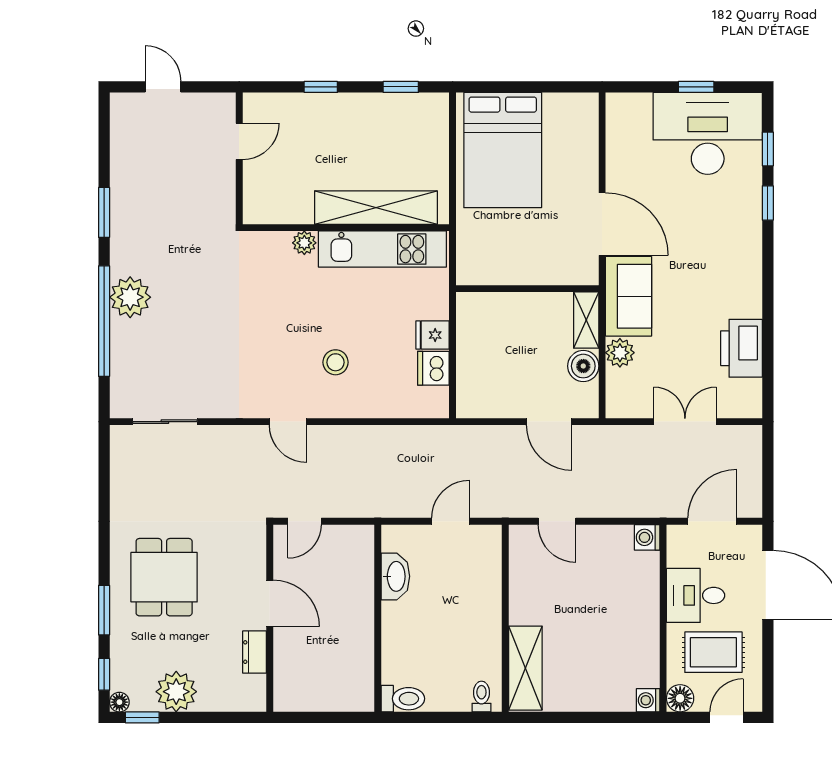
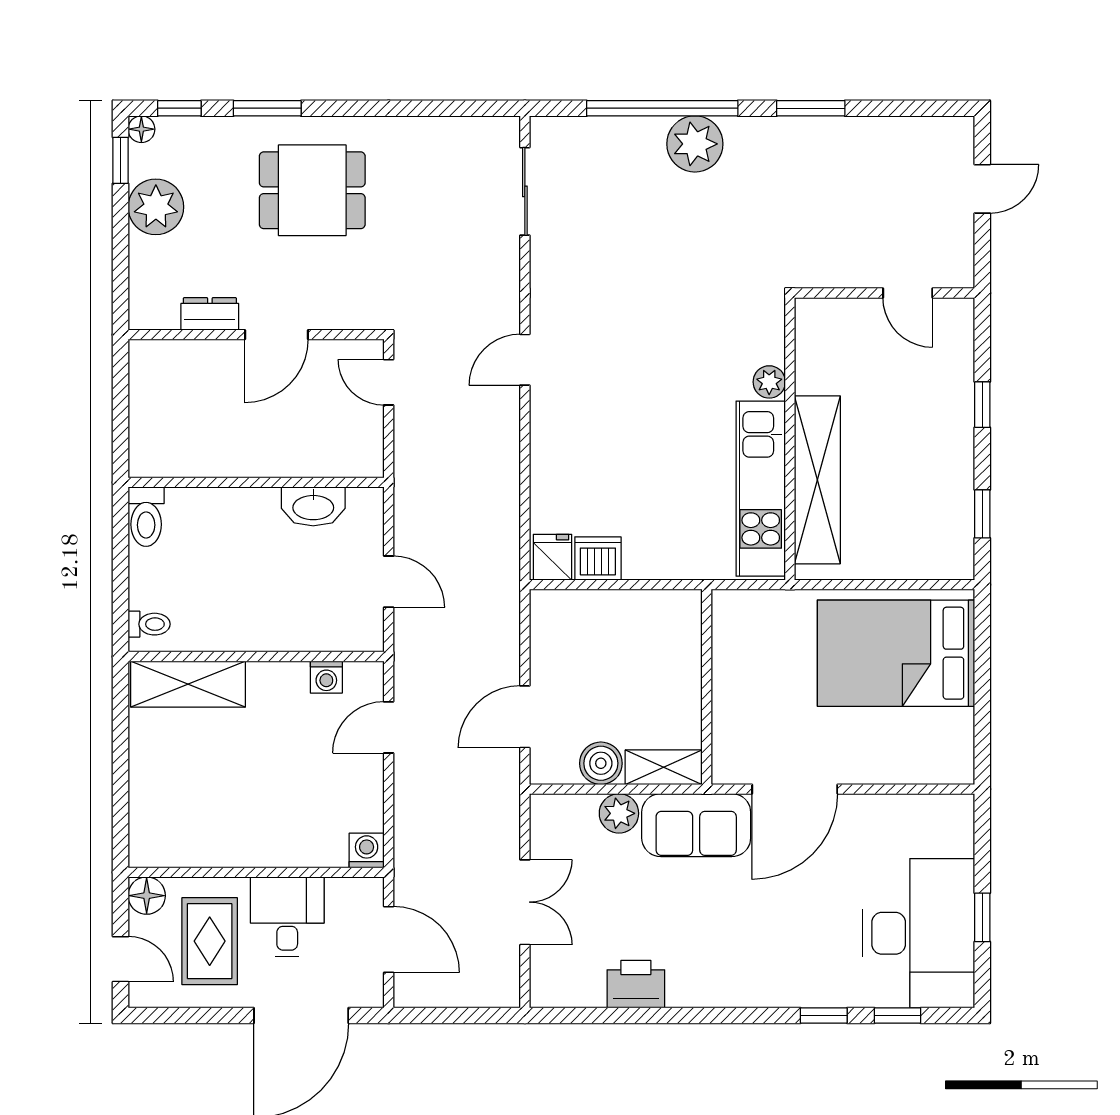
fridge: (433, 335) -> (553, 557), moved
printer: (741, 348) -> (636, 984), width x0.73, depth x0.84
stool: (336, 362) -> (606, 425), removed
washing machine: (648, 700) -> (326, 677), moved, turned 180

